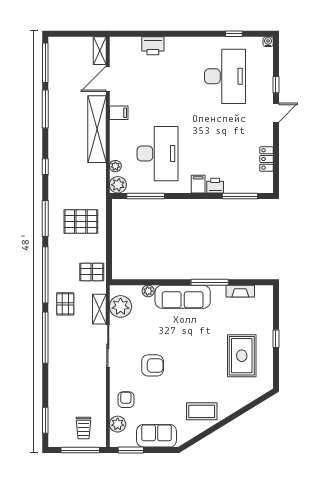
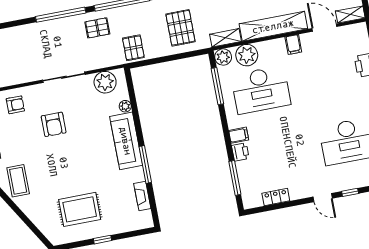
plant: (115, 166) -> (247, 55), width x1.88, depth x1.88
shelving: (99, 309) -> (225, 38), moved

